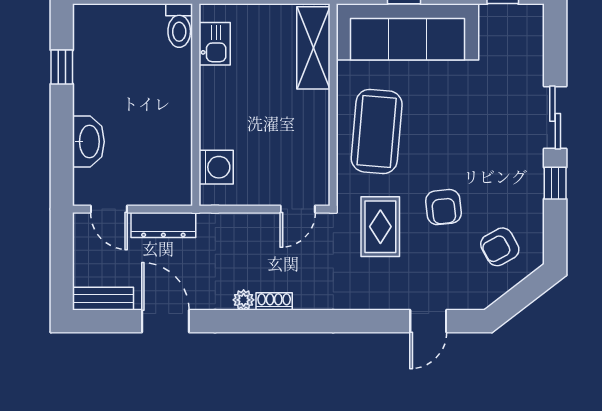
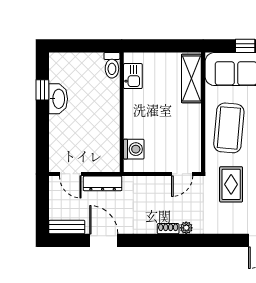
washbasin: (88, 142) -> (58, 99), moved
plant: (244, 300) -> (186, 228), moved

